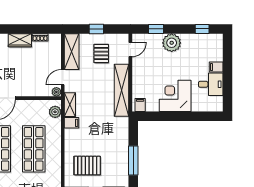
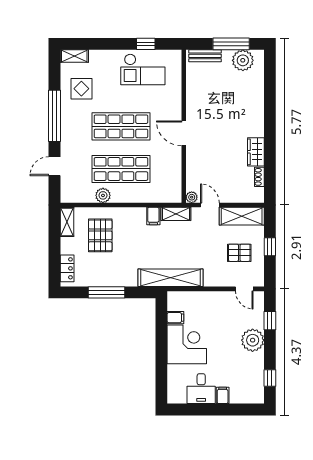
shelving: (121, 90) -> (170, 278), moved
filing cabinet: (140, 105) -> (175, 318), moved
plant: (55, 112) -> (103, 195), moved

